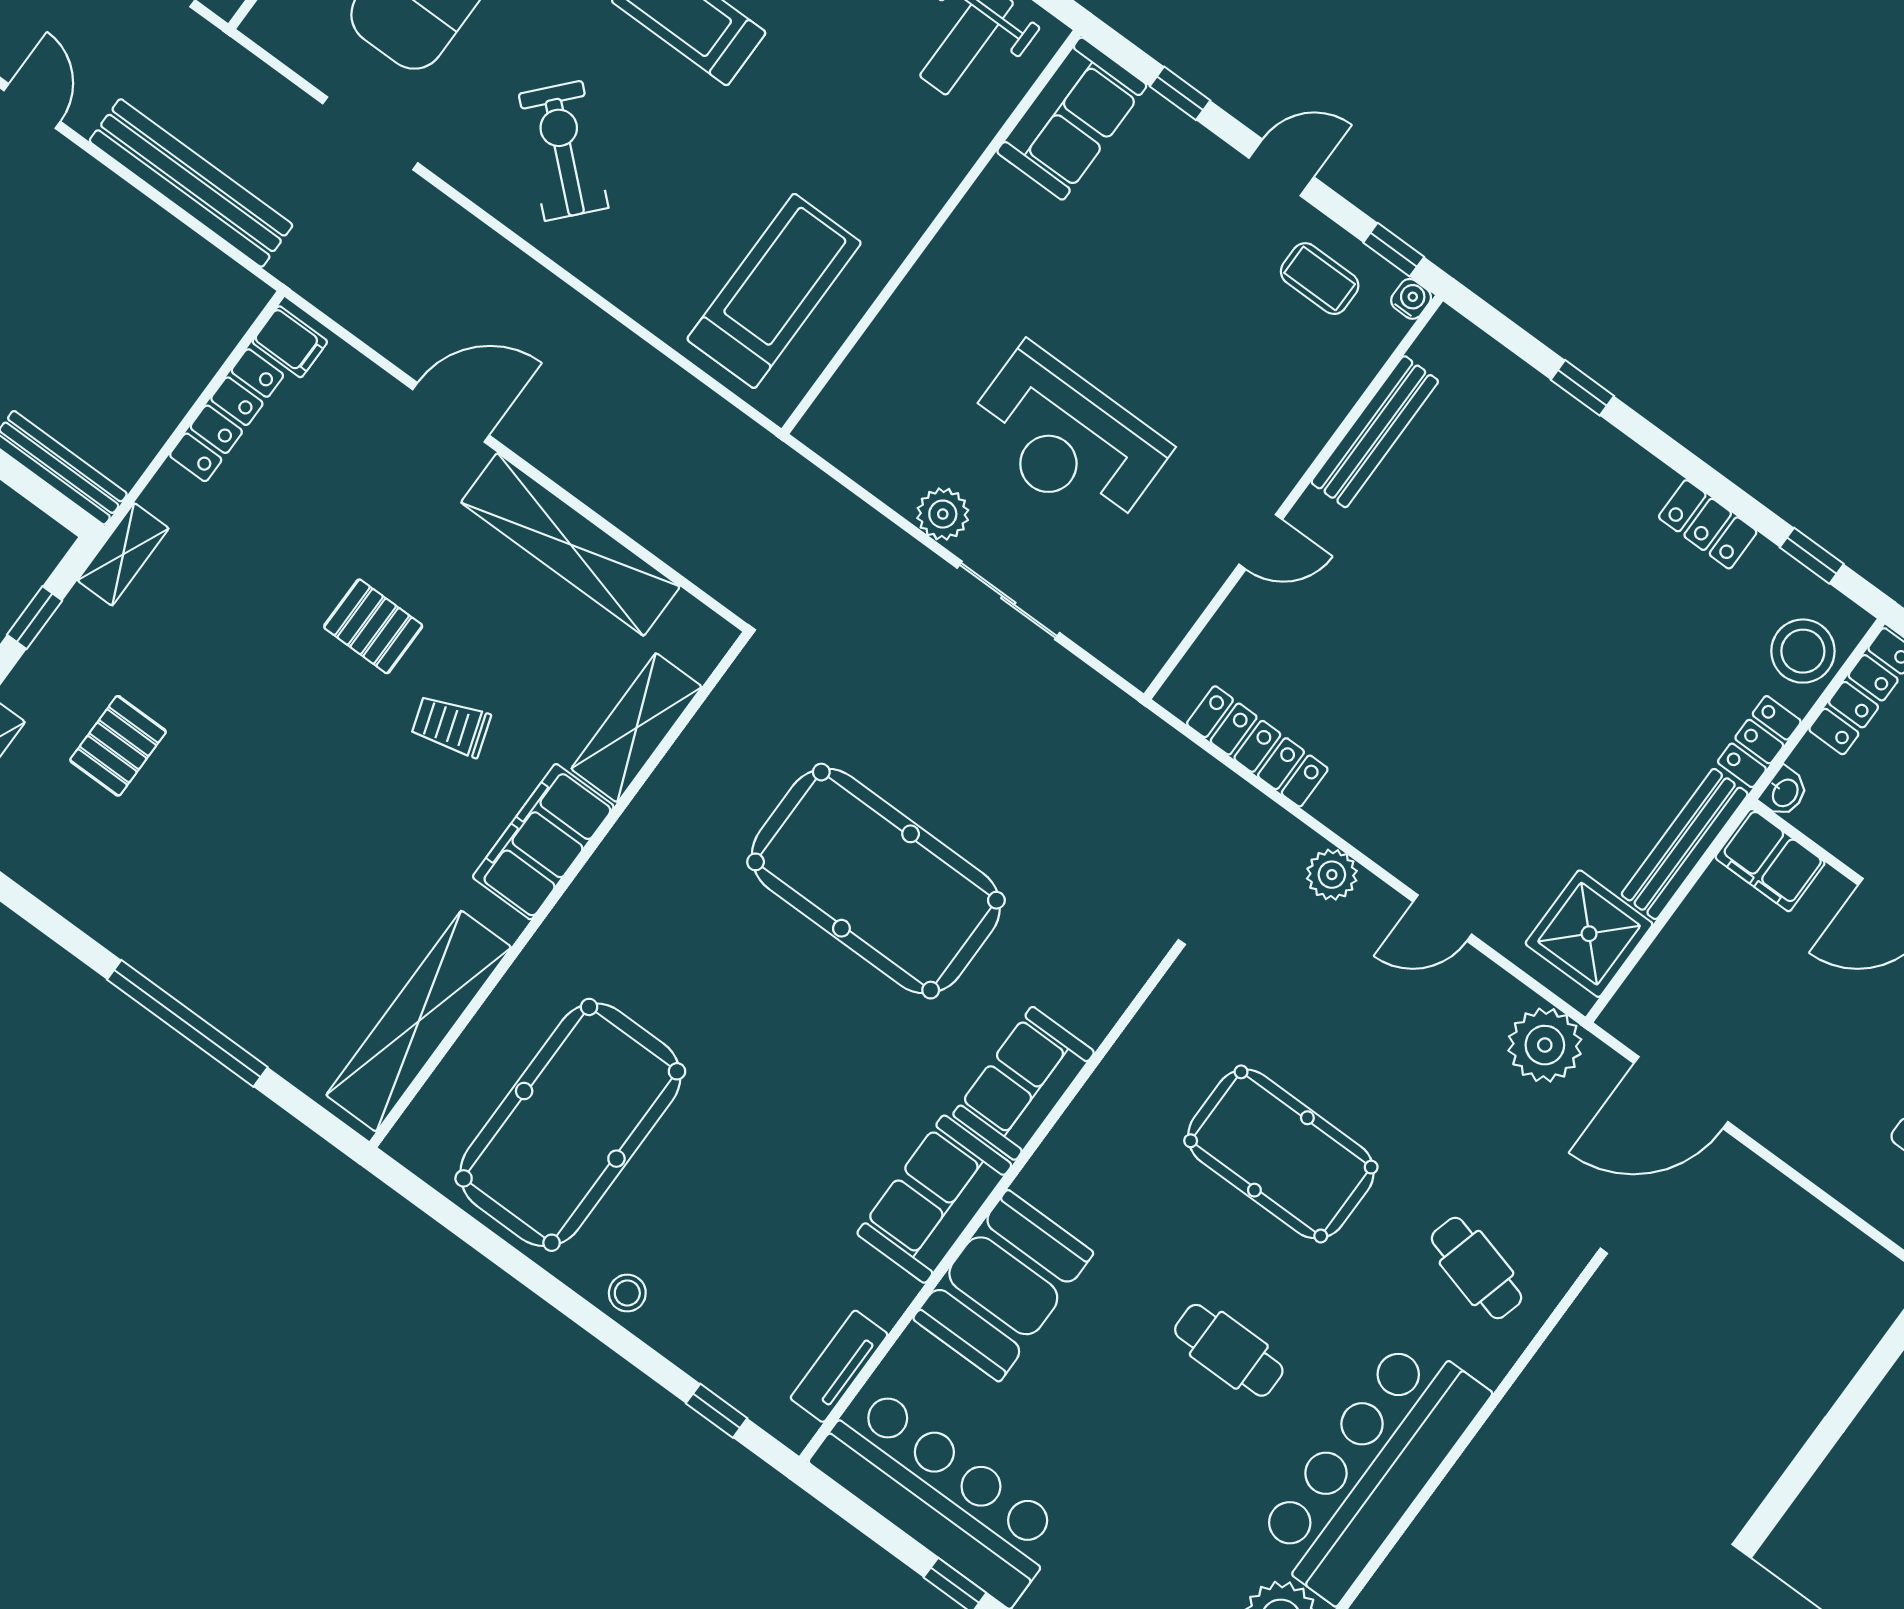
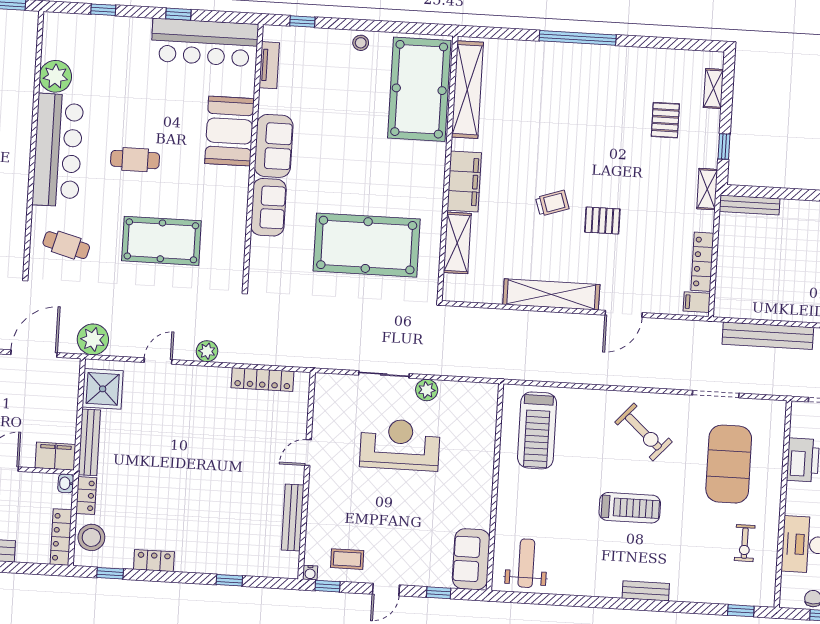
shelving: (637, 728) -> (457, 243), moved
filing cabinet: (543, 842) -> (464, 181), moved
wall: (560, 890) -> (447, 168), moved
shelving: (419, 1021) -> (467, 90), moved

